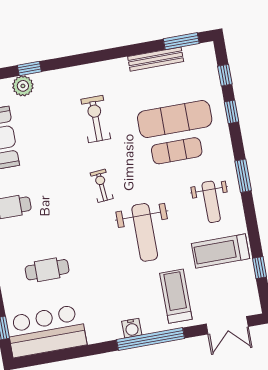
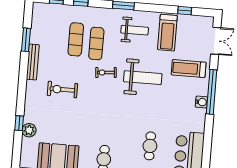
window: (181, 41) -> (26, 40), moved
bench: (156, 59) -> (33, 62), moved
exercise mat: (175, 119) -> (76, 39), width x0.73, depth x0.69
exercise bike: (102, 186) -> (106, 72), moved

